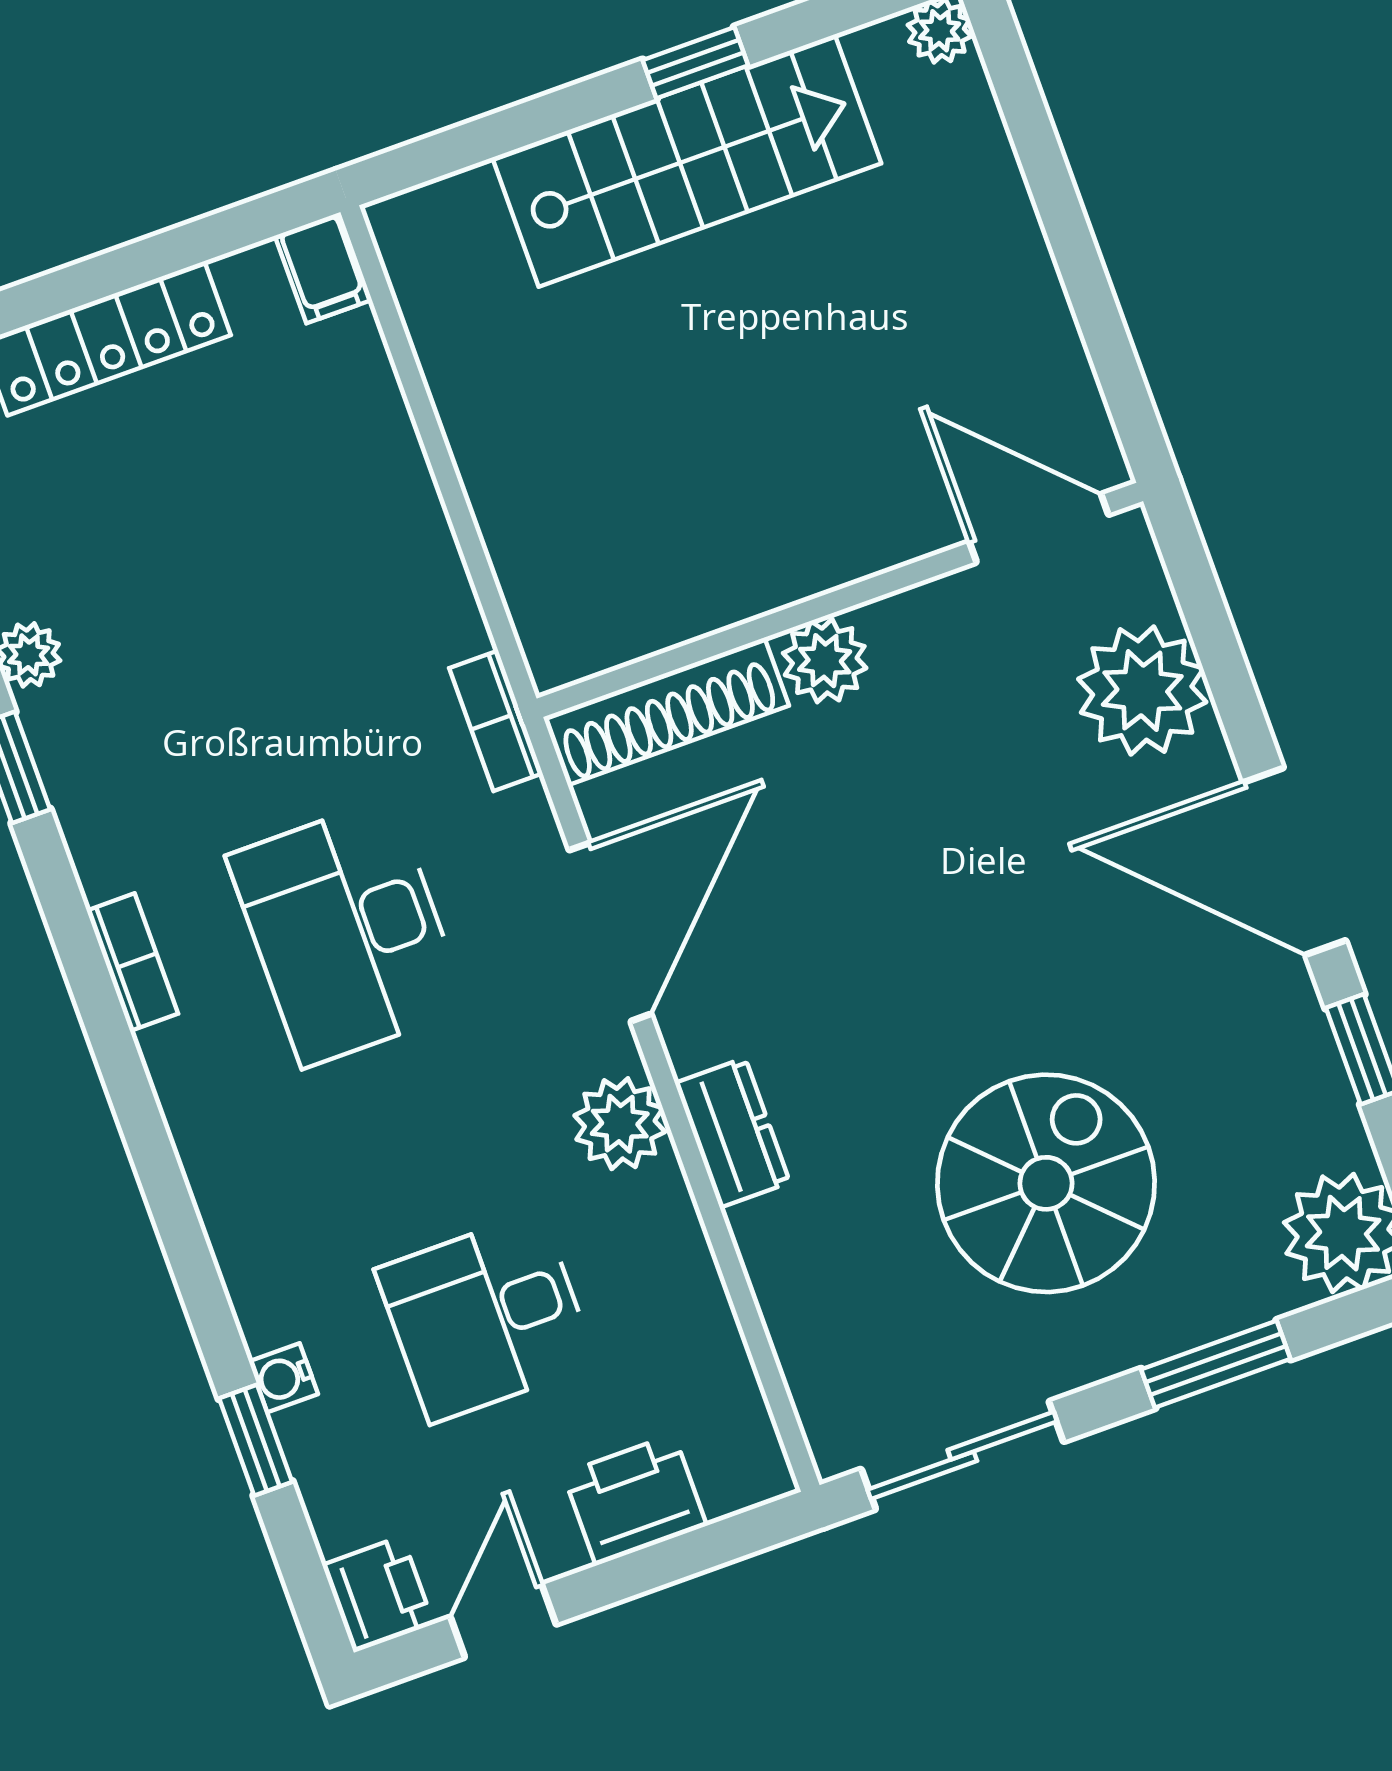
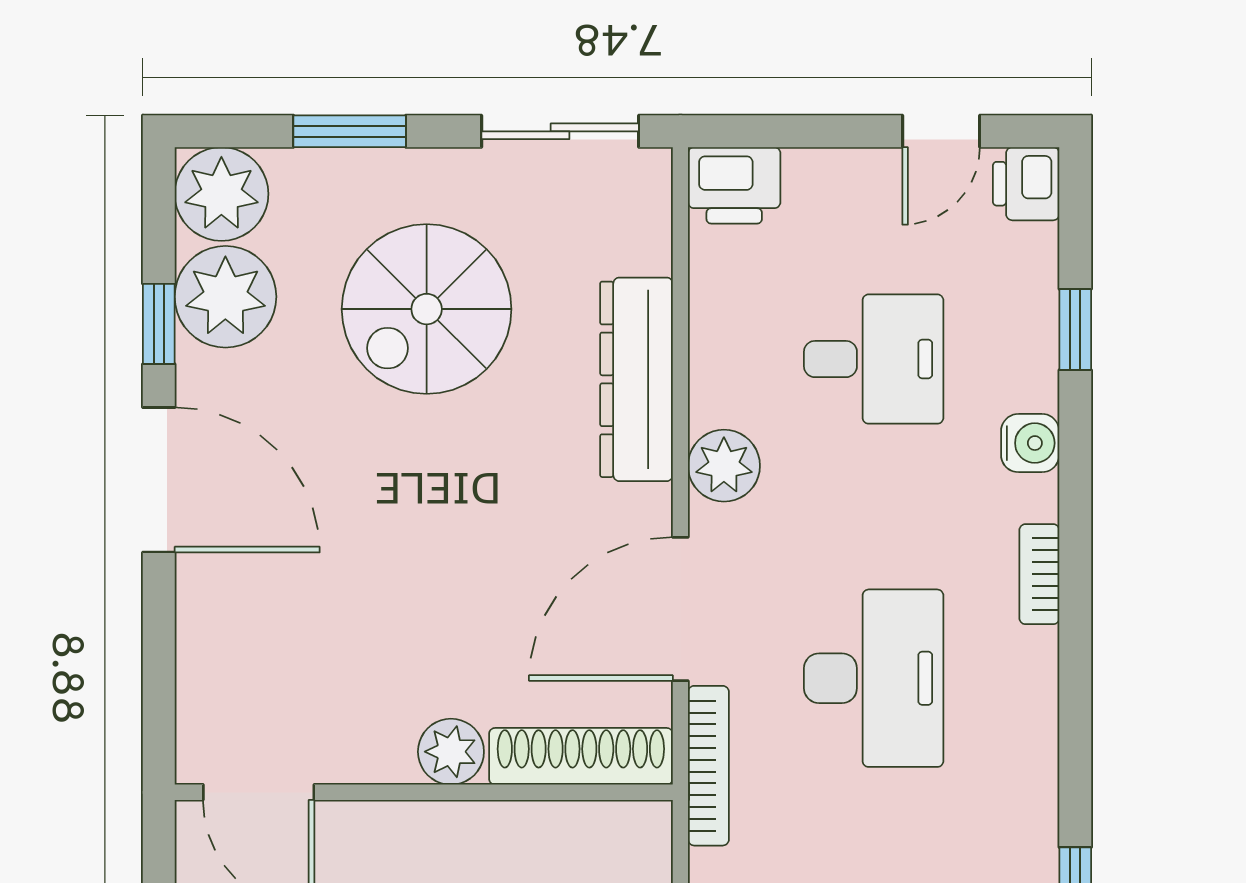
plant: (1142, 690) -> (225, 297), moved
bookcase: (496, 721) -> (708, 766), width x1.56
bookcase: (132, 962) -> (1039, 574), moved
dresser: (732, 1133) -> (636, 379), width x1.96, depth x1.24
water cooler: (283, 1378) -> (1030, 443), moved, width x1.38, depth x1.38
printer: (635, 1500) -> (734, 185), moved

